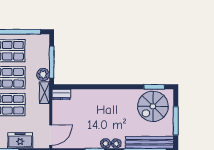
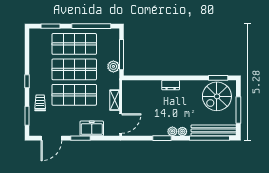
shelving: (44, 93) -> (115, 100), moved
dresser: (61, 94) -> (171, 85), moved

